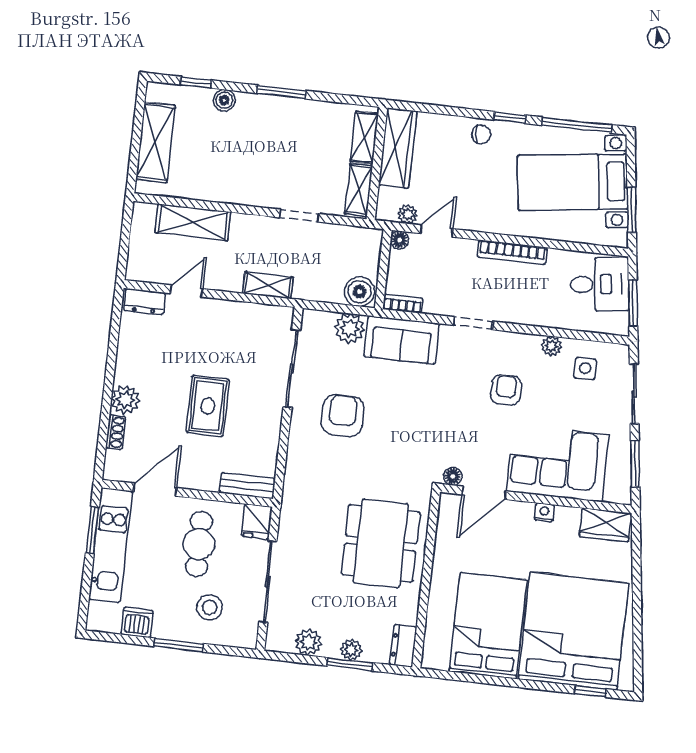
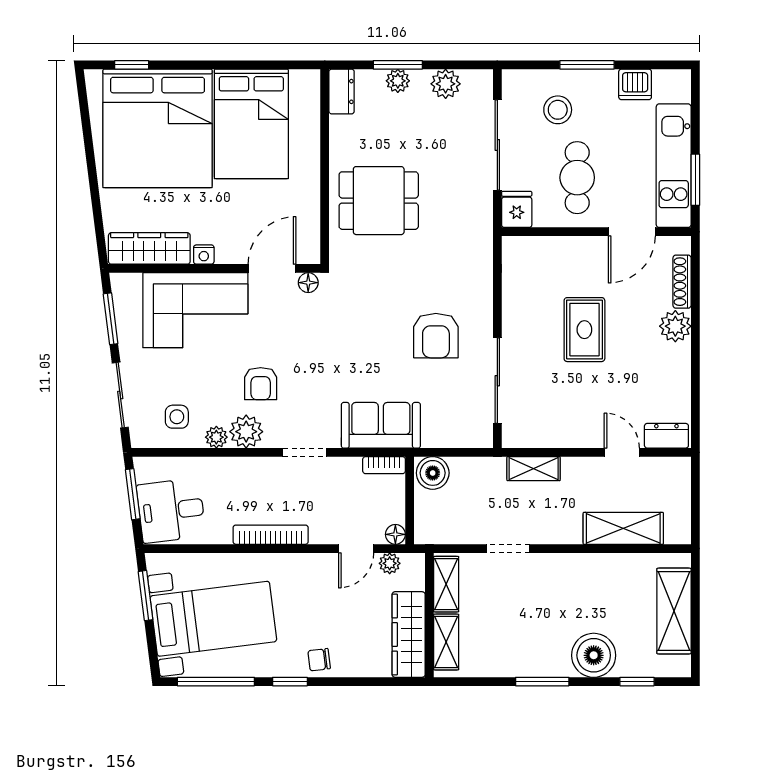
boiler: (224, 100) -> (594, 655), width x1.86, depth x1.86
door: (186, 291) -> (622, 452), swing flipped
plant: (349, 328) -> (246, 432), moved
shoe rack: (115, 432) -> (682, 282), width x1.43
bench: (247, 486) -> (531, 247), removed
wardrobe: (605, 525) -> (149, 248), width x1.50
dining table: (381, 543) -> (379, 201), width x0.73

